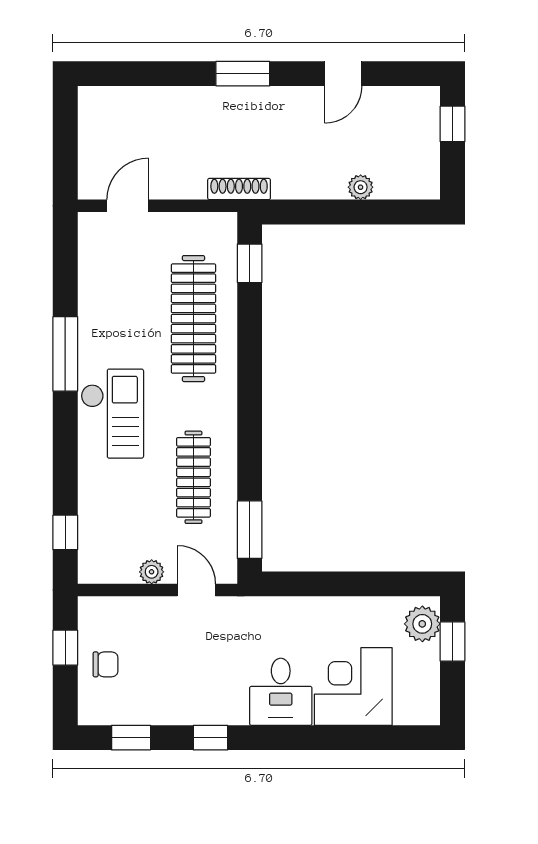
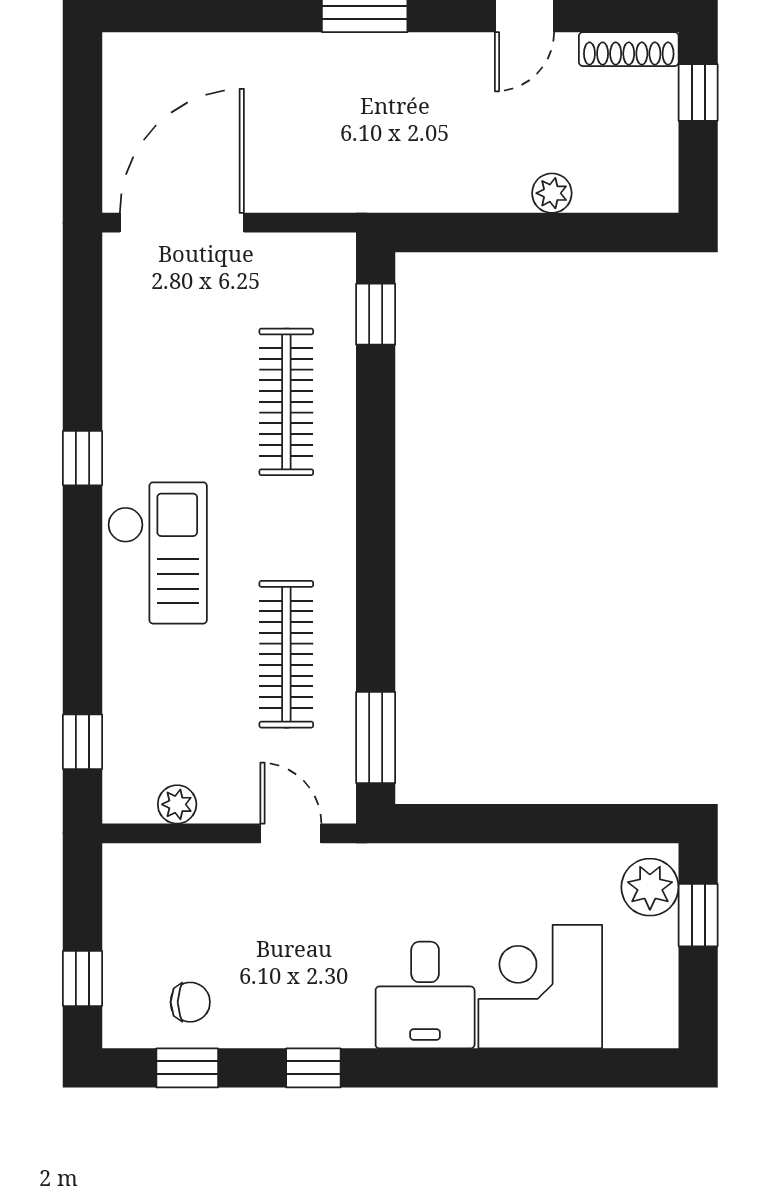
shoe rack: (239, 189) -> (629, 49), moved, turned 180
door: (128, 206) -> (182, 223), width x1.88
clothes rail: (193, 319) -> (286, 402), width x0.73, depth x0.76
window: (65, 354) -> (83, 458), width x0.46
plant: (152, 572) -> (177, 804), moved
window: (65, 648) -> (83, 978), moved
chair: (106, 664) -> (190, 1002), moved

